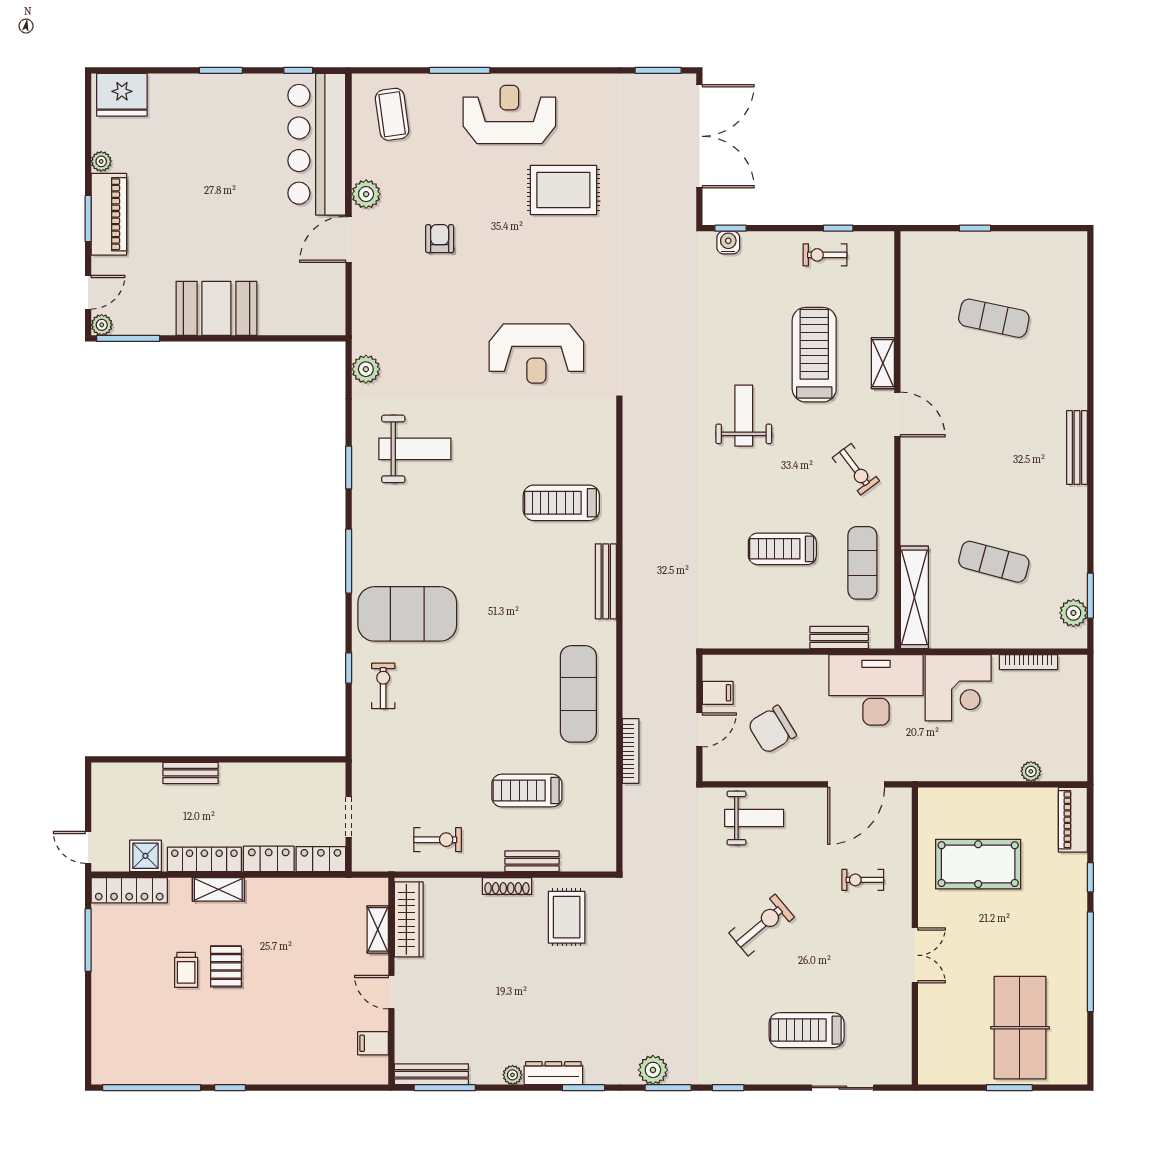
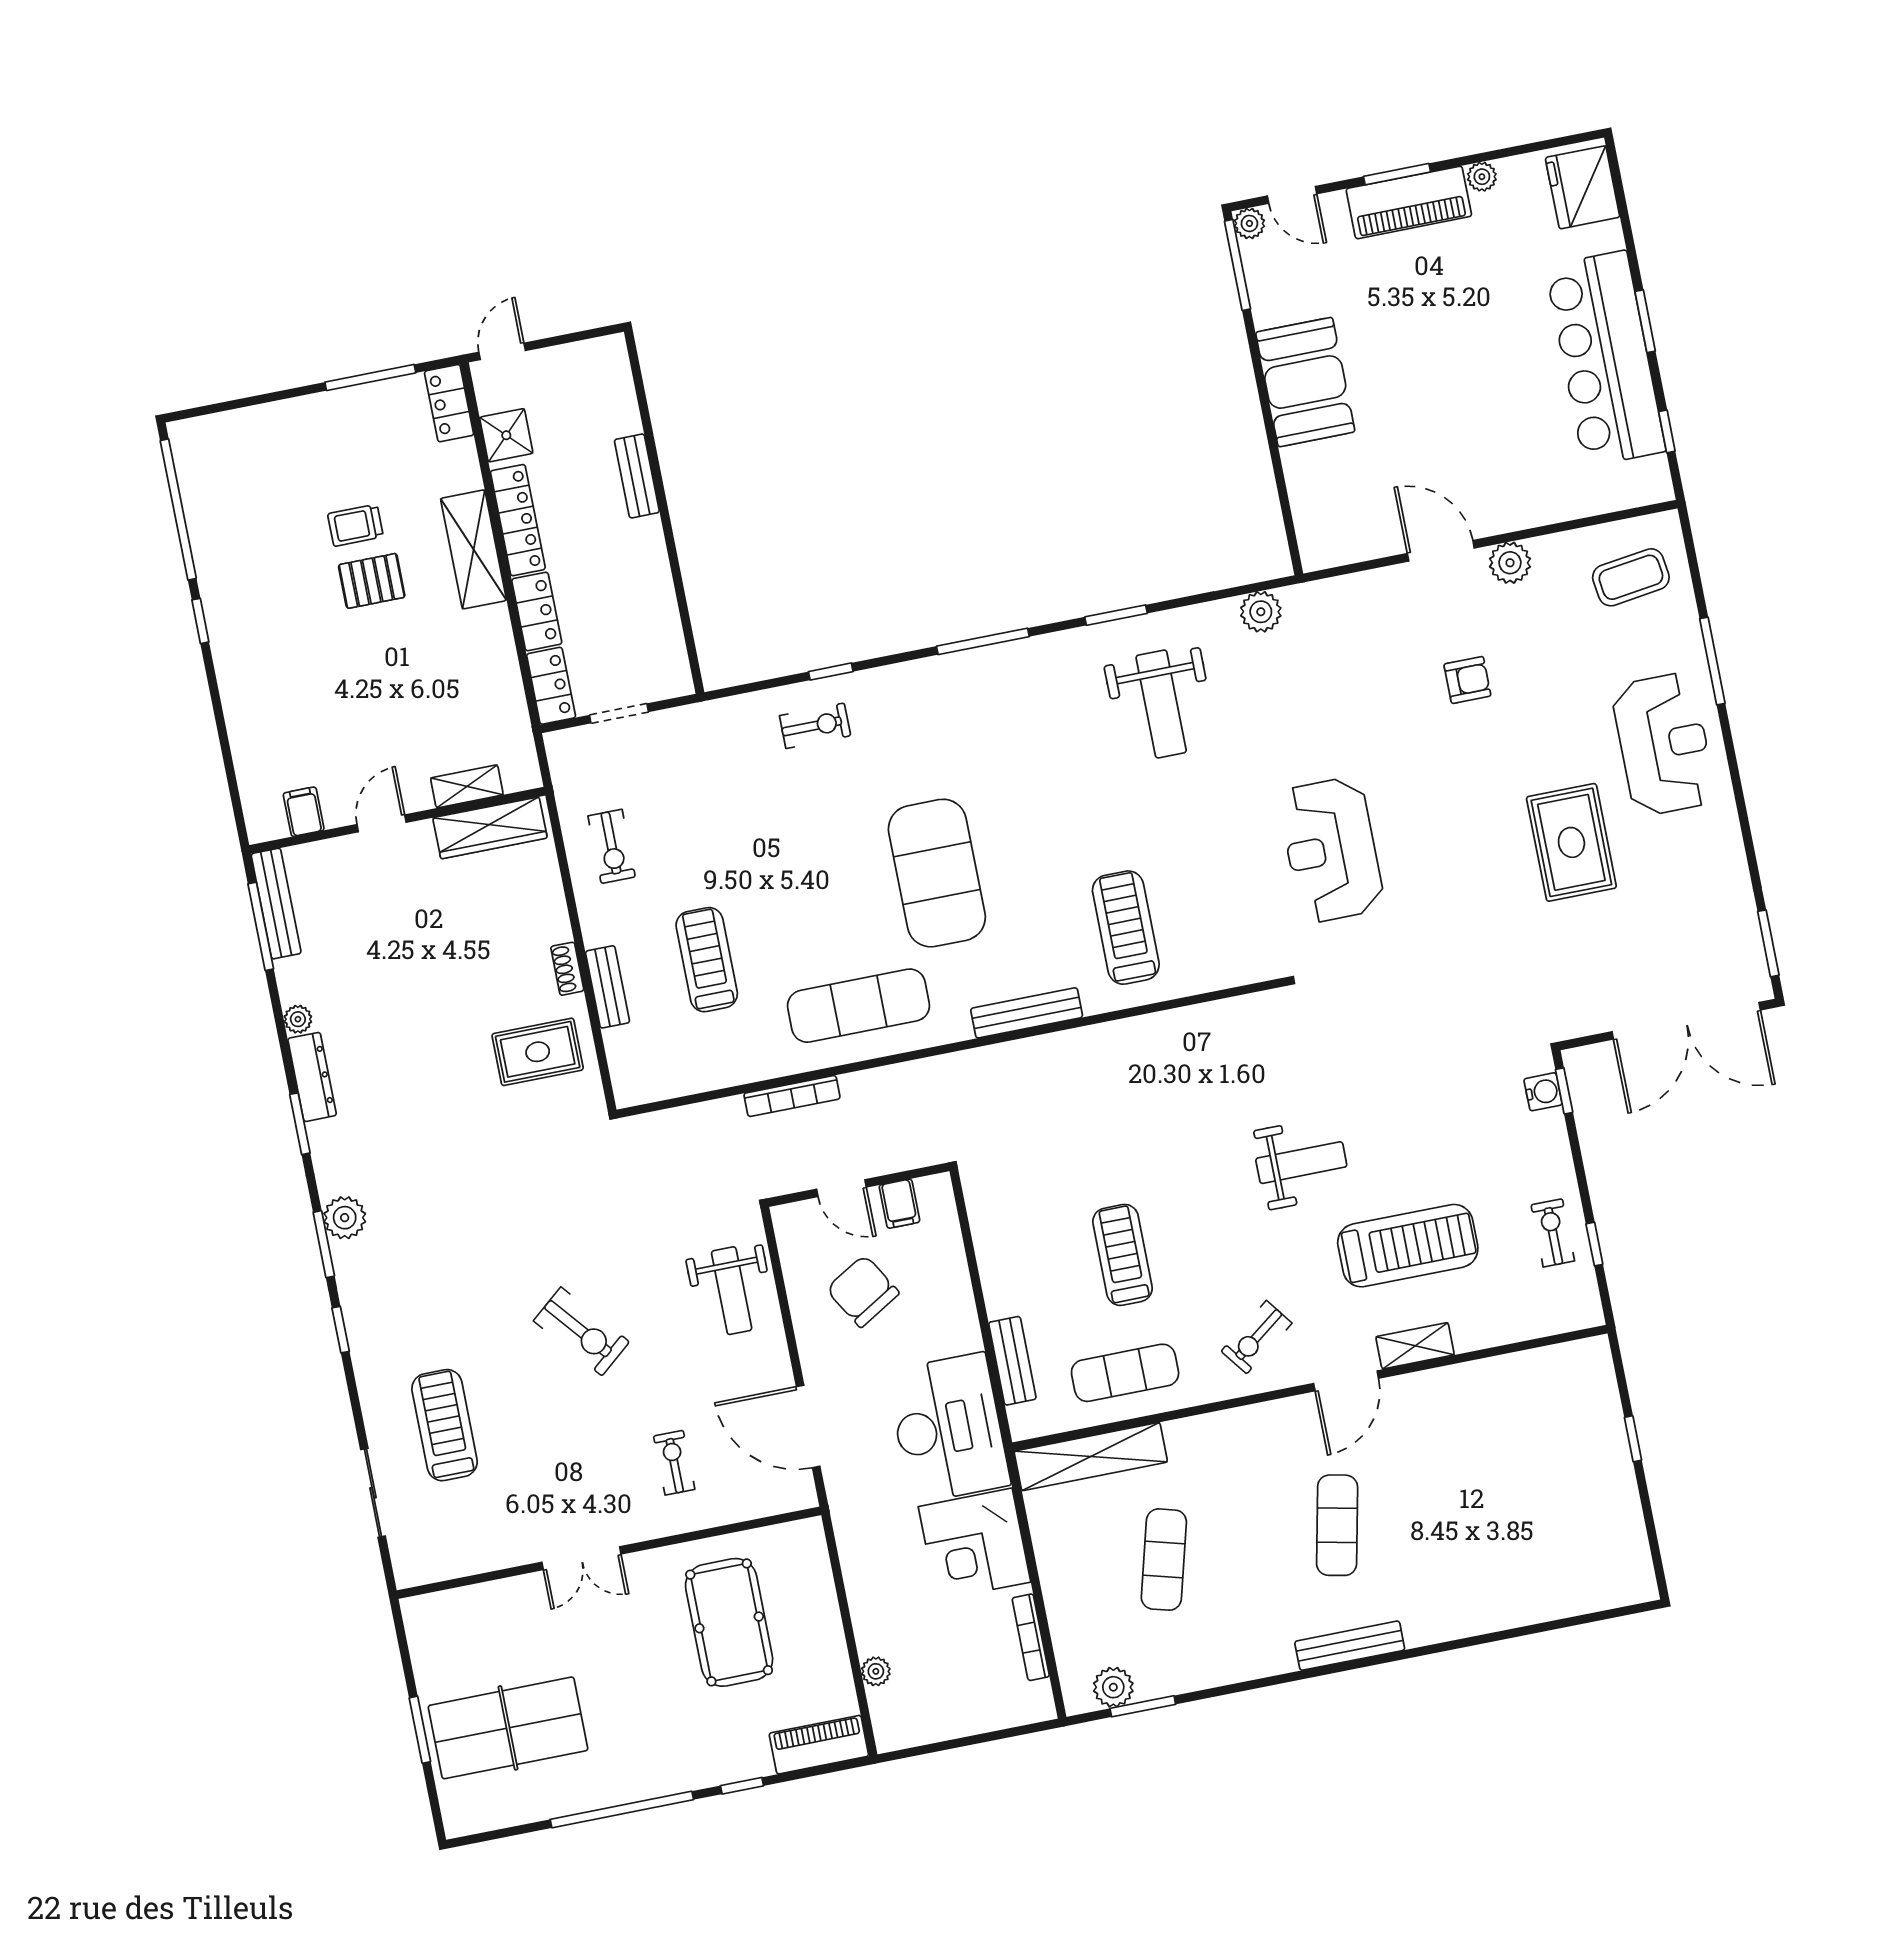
bar counter: (317, 144) -> (1605, 359), moved, turned -90
exercise mat: (994, 318) -> (1337, 1525), moved
exercise mat: (407, 614) -> (937, 873), moved
shoe rack: (507, 886) -> (567, 969), width x0.70
shelving: (218, 889) -> (474, 549), width x1.50, depth x1.33
locker: (129, 890) -> (449, 403), width x0.66

